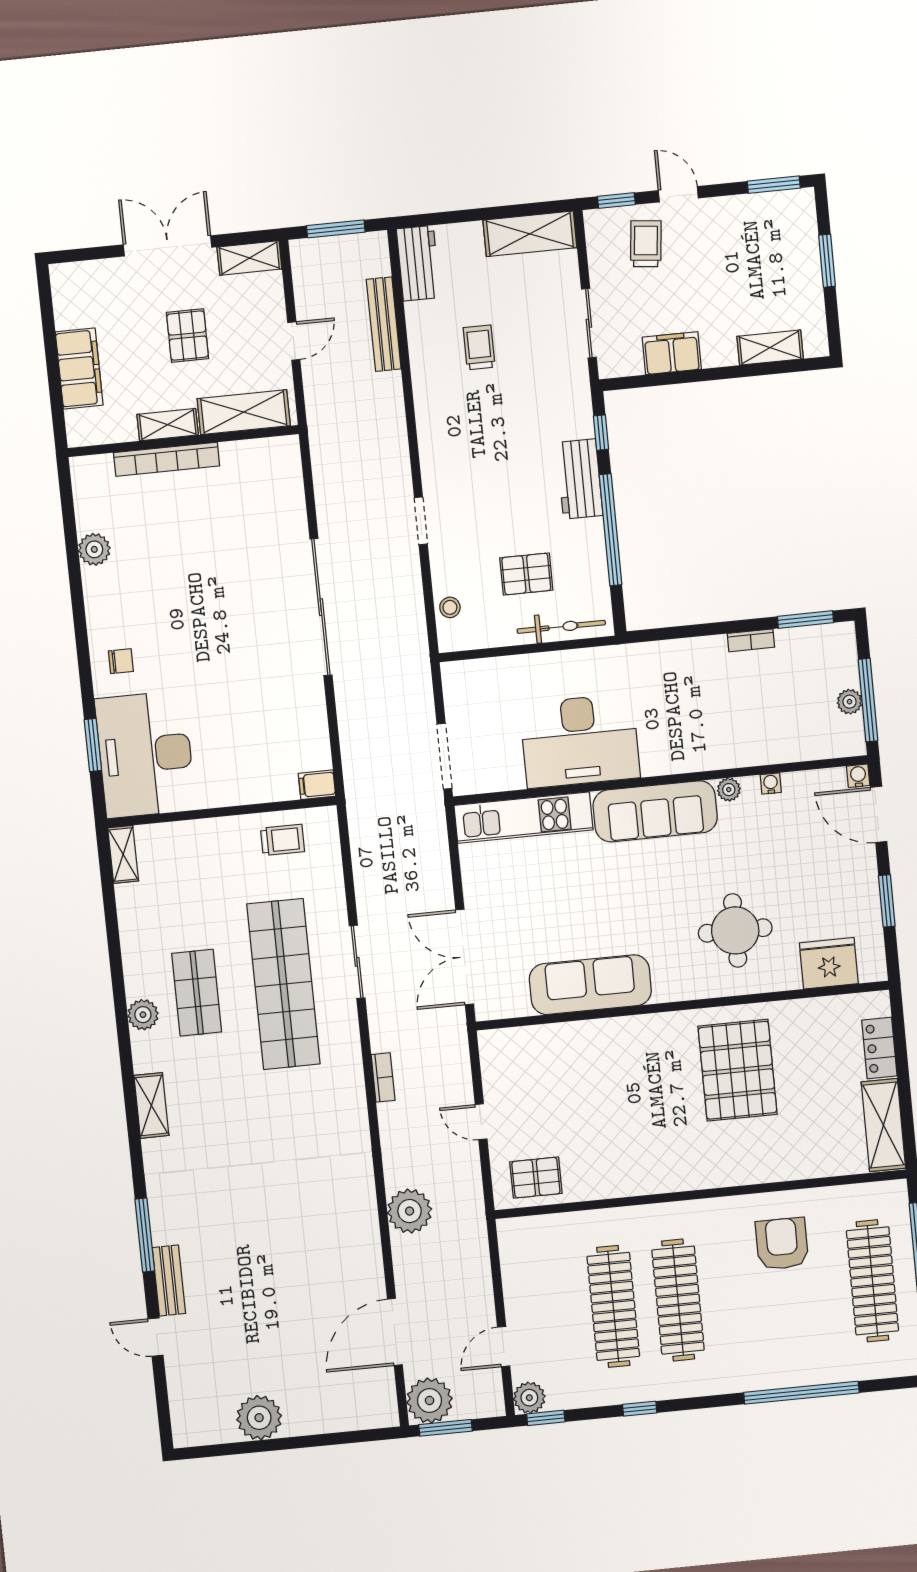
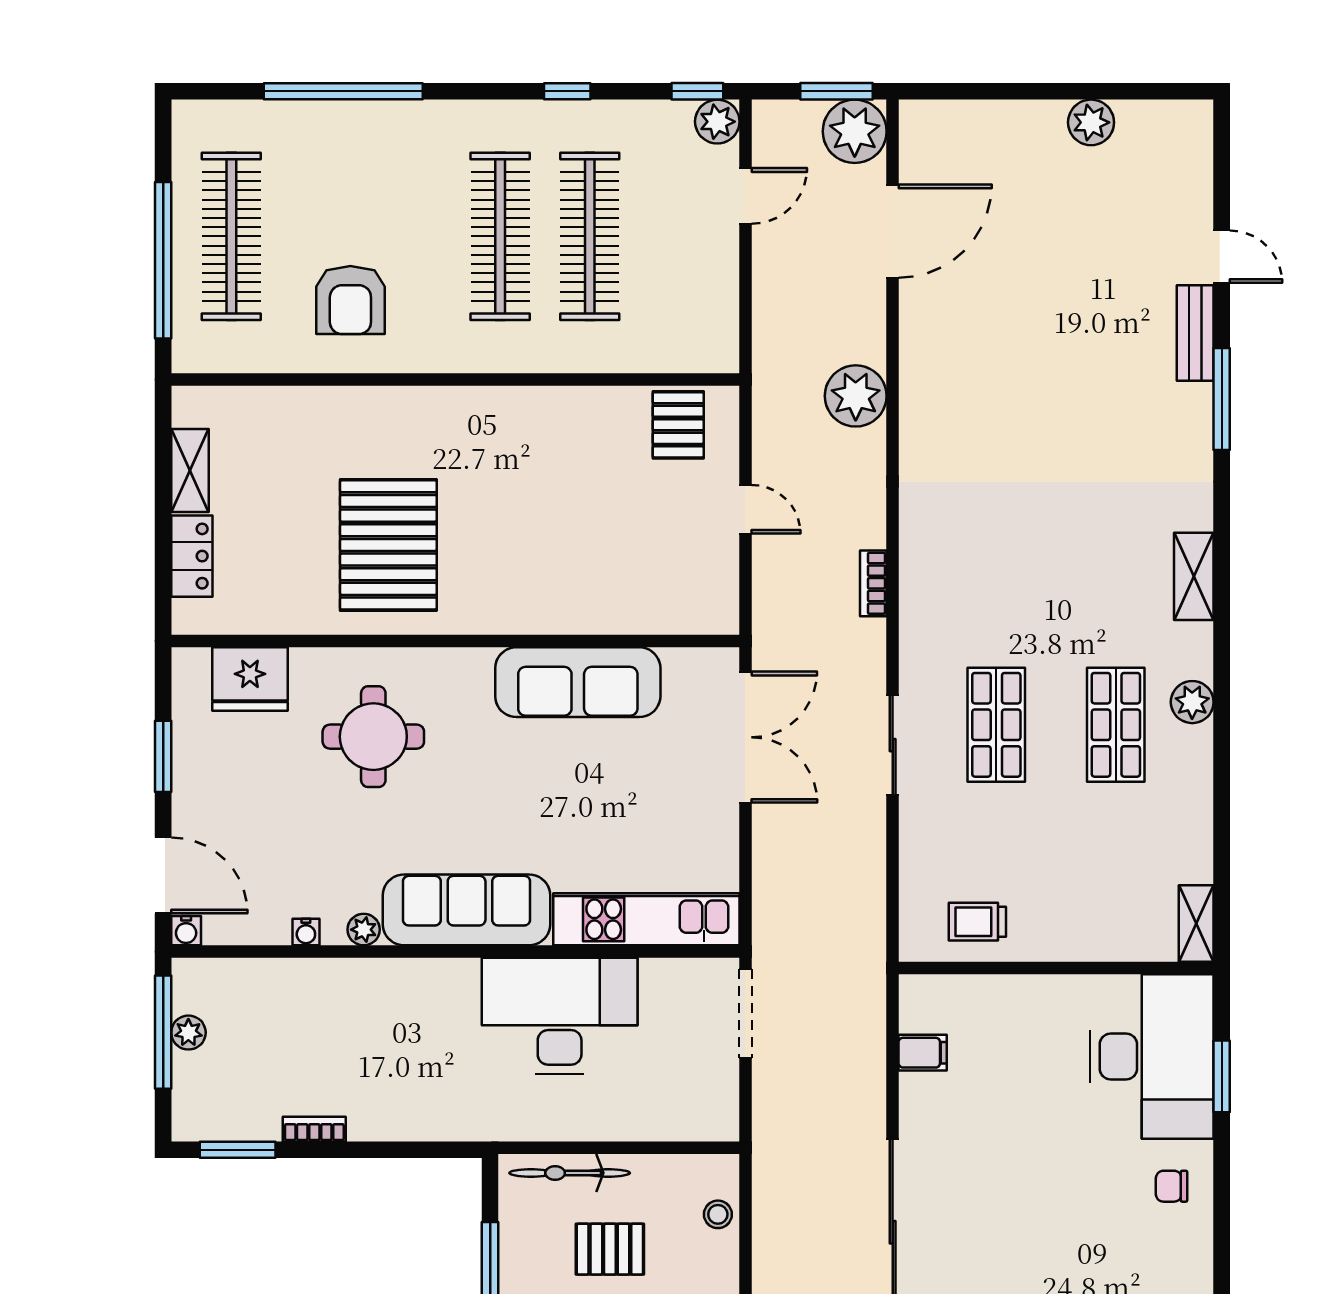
filing cabinet: (317, 785) -> (923, 1053), moved
shop shelf: (283, 984) -> (996, 725), width x0.50, depth x0.74
shelving: (883, 1125) -> (190, 471), width x0.67, depth x0.75
pallet: (536, 1178) -> (678, 425), turned 90
plant: (259, 1418) -> (1091, 122), width x0.73, depth x0.73

